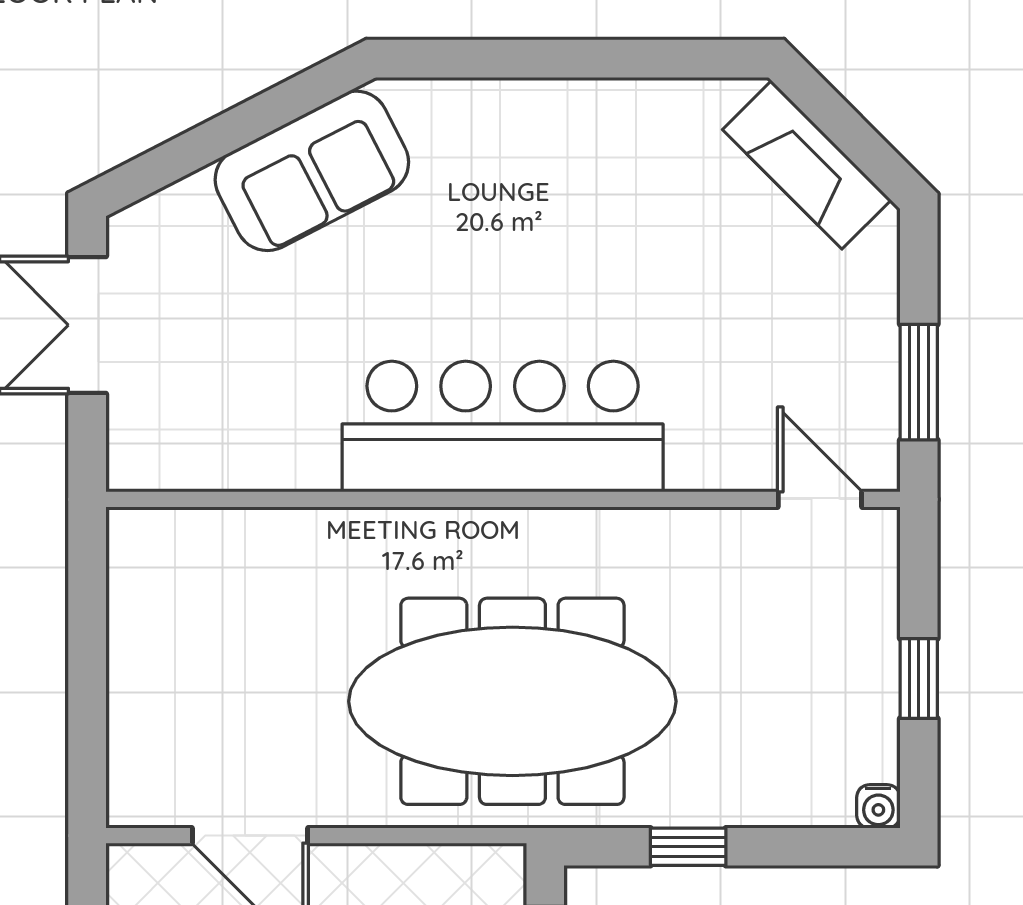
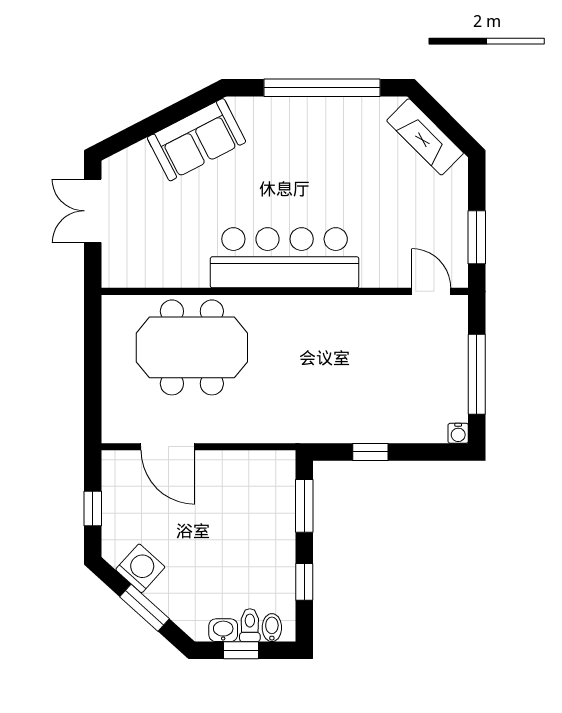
window: (584, 59) -> (322, 88), added
window: (919, 679) -> (477, 374), width x2.17
meeting table: (512, 701) -> (192, 347), moved, width x0.73

